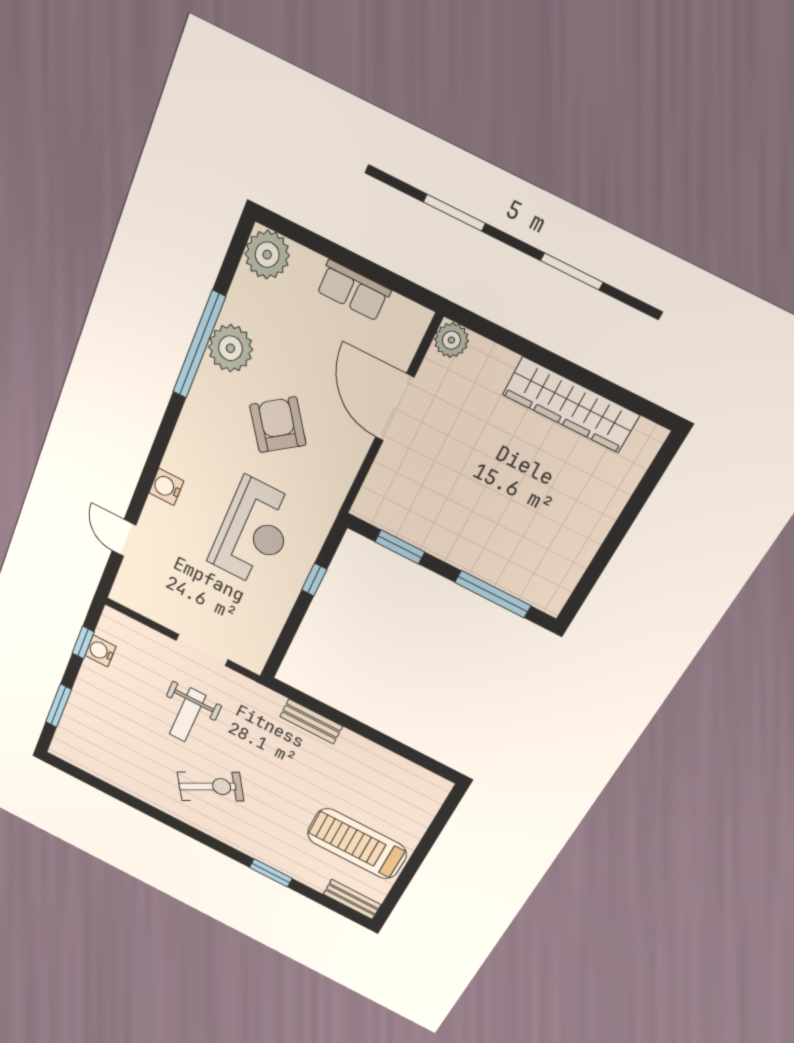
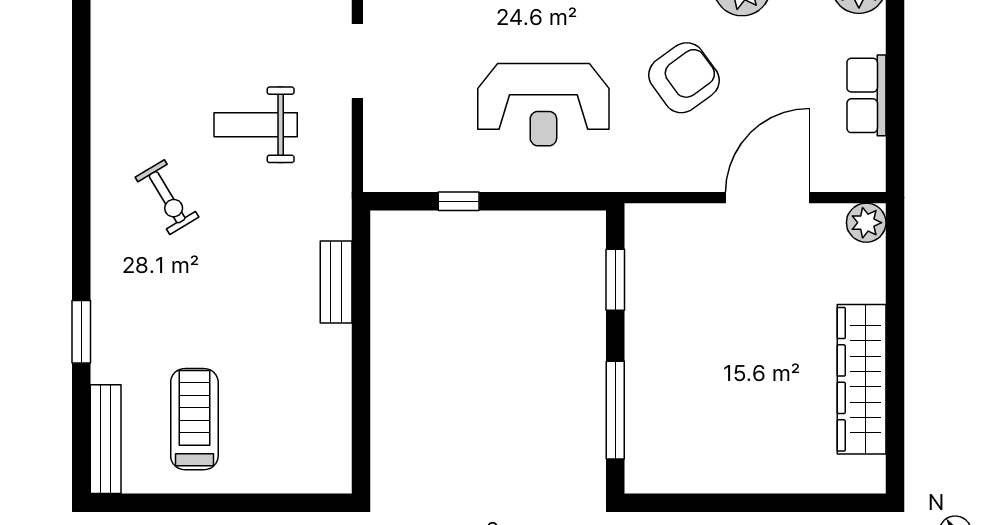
window: (314, 580) -> (459, 201), moved
doorway: (202, 650) -> (357, 61), moved
exercise bike: (210, 786) -> (167, 197), width x0.73, depth x0.72
treadmill: (357, 844) -> (194, 419), width x0.73, depth x0.73
bench: (352, 899) -> (106, 439), width x1.36

